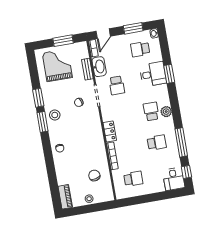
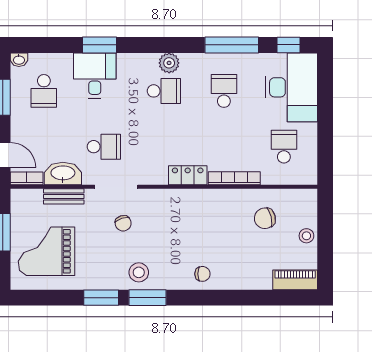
school desk: (151, 111) -> (164, 91), turned 180
desk: (174, 179) -> (291, 87), width x1.87, depth x1.30

